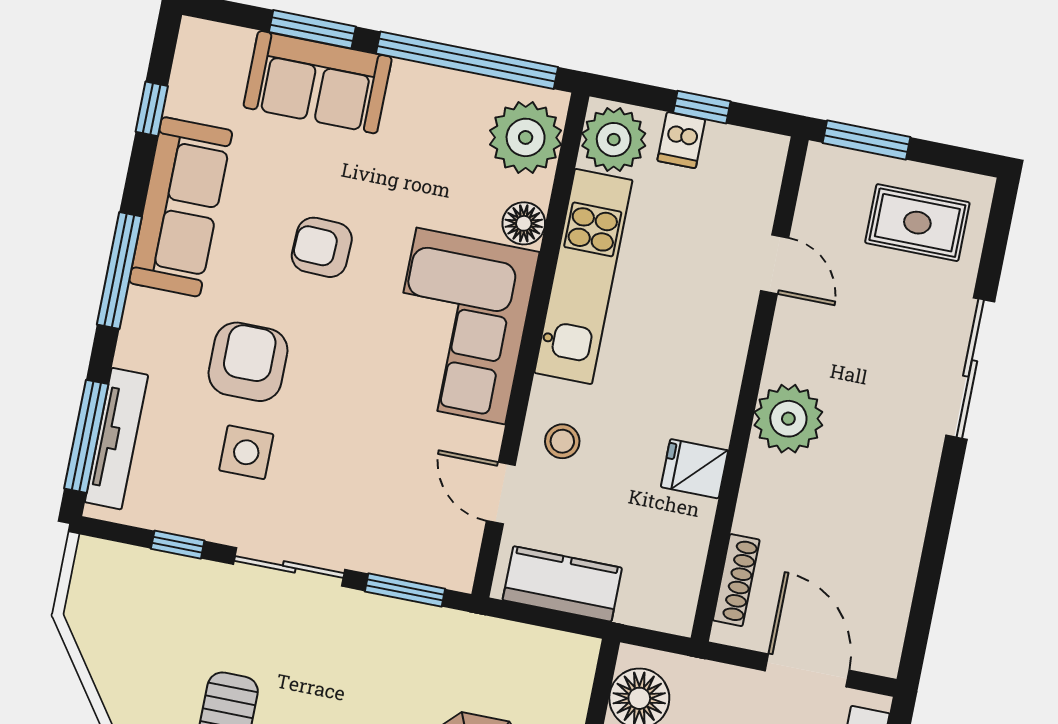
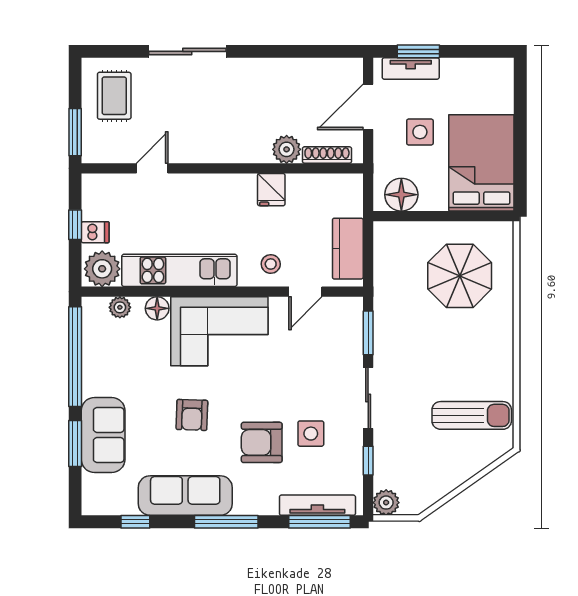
plant: (526, 137) -> (120, 307), width x0.53, depth x0.53
plant: (788, 419) -> (287, 149), moved, width x0.73, depth x0.73
plant: (97, 562) -> (386, 503), added

